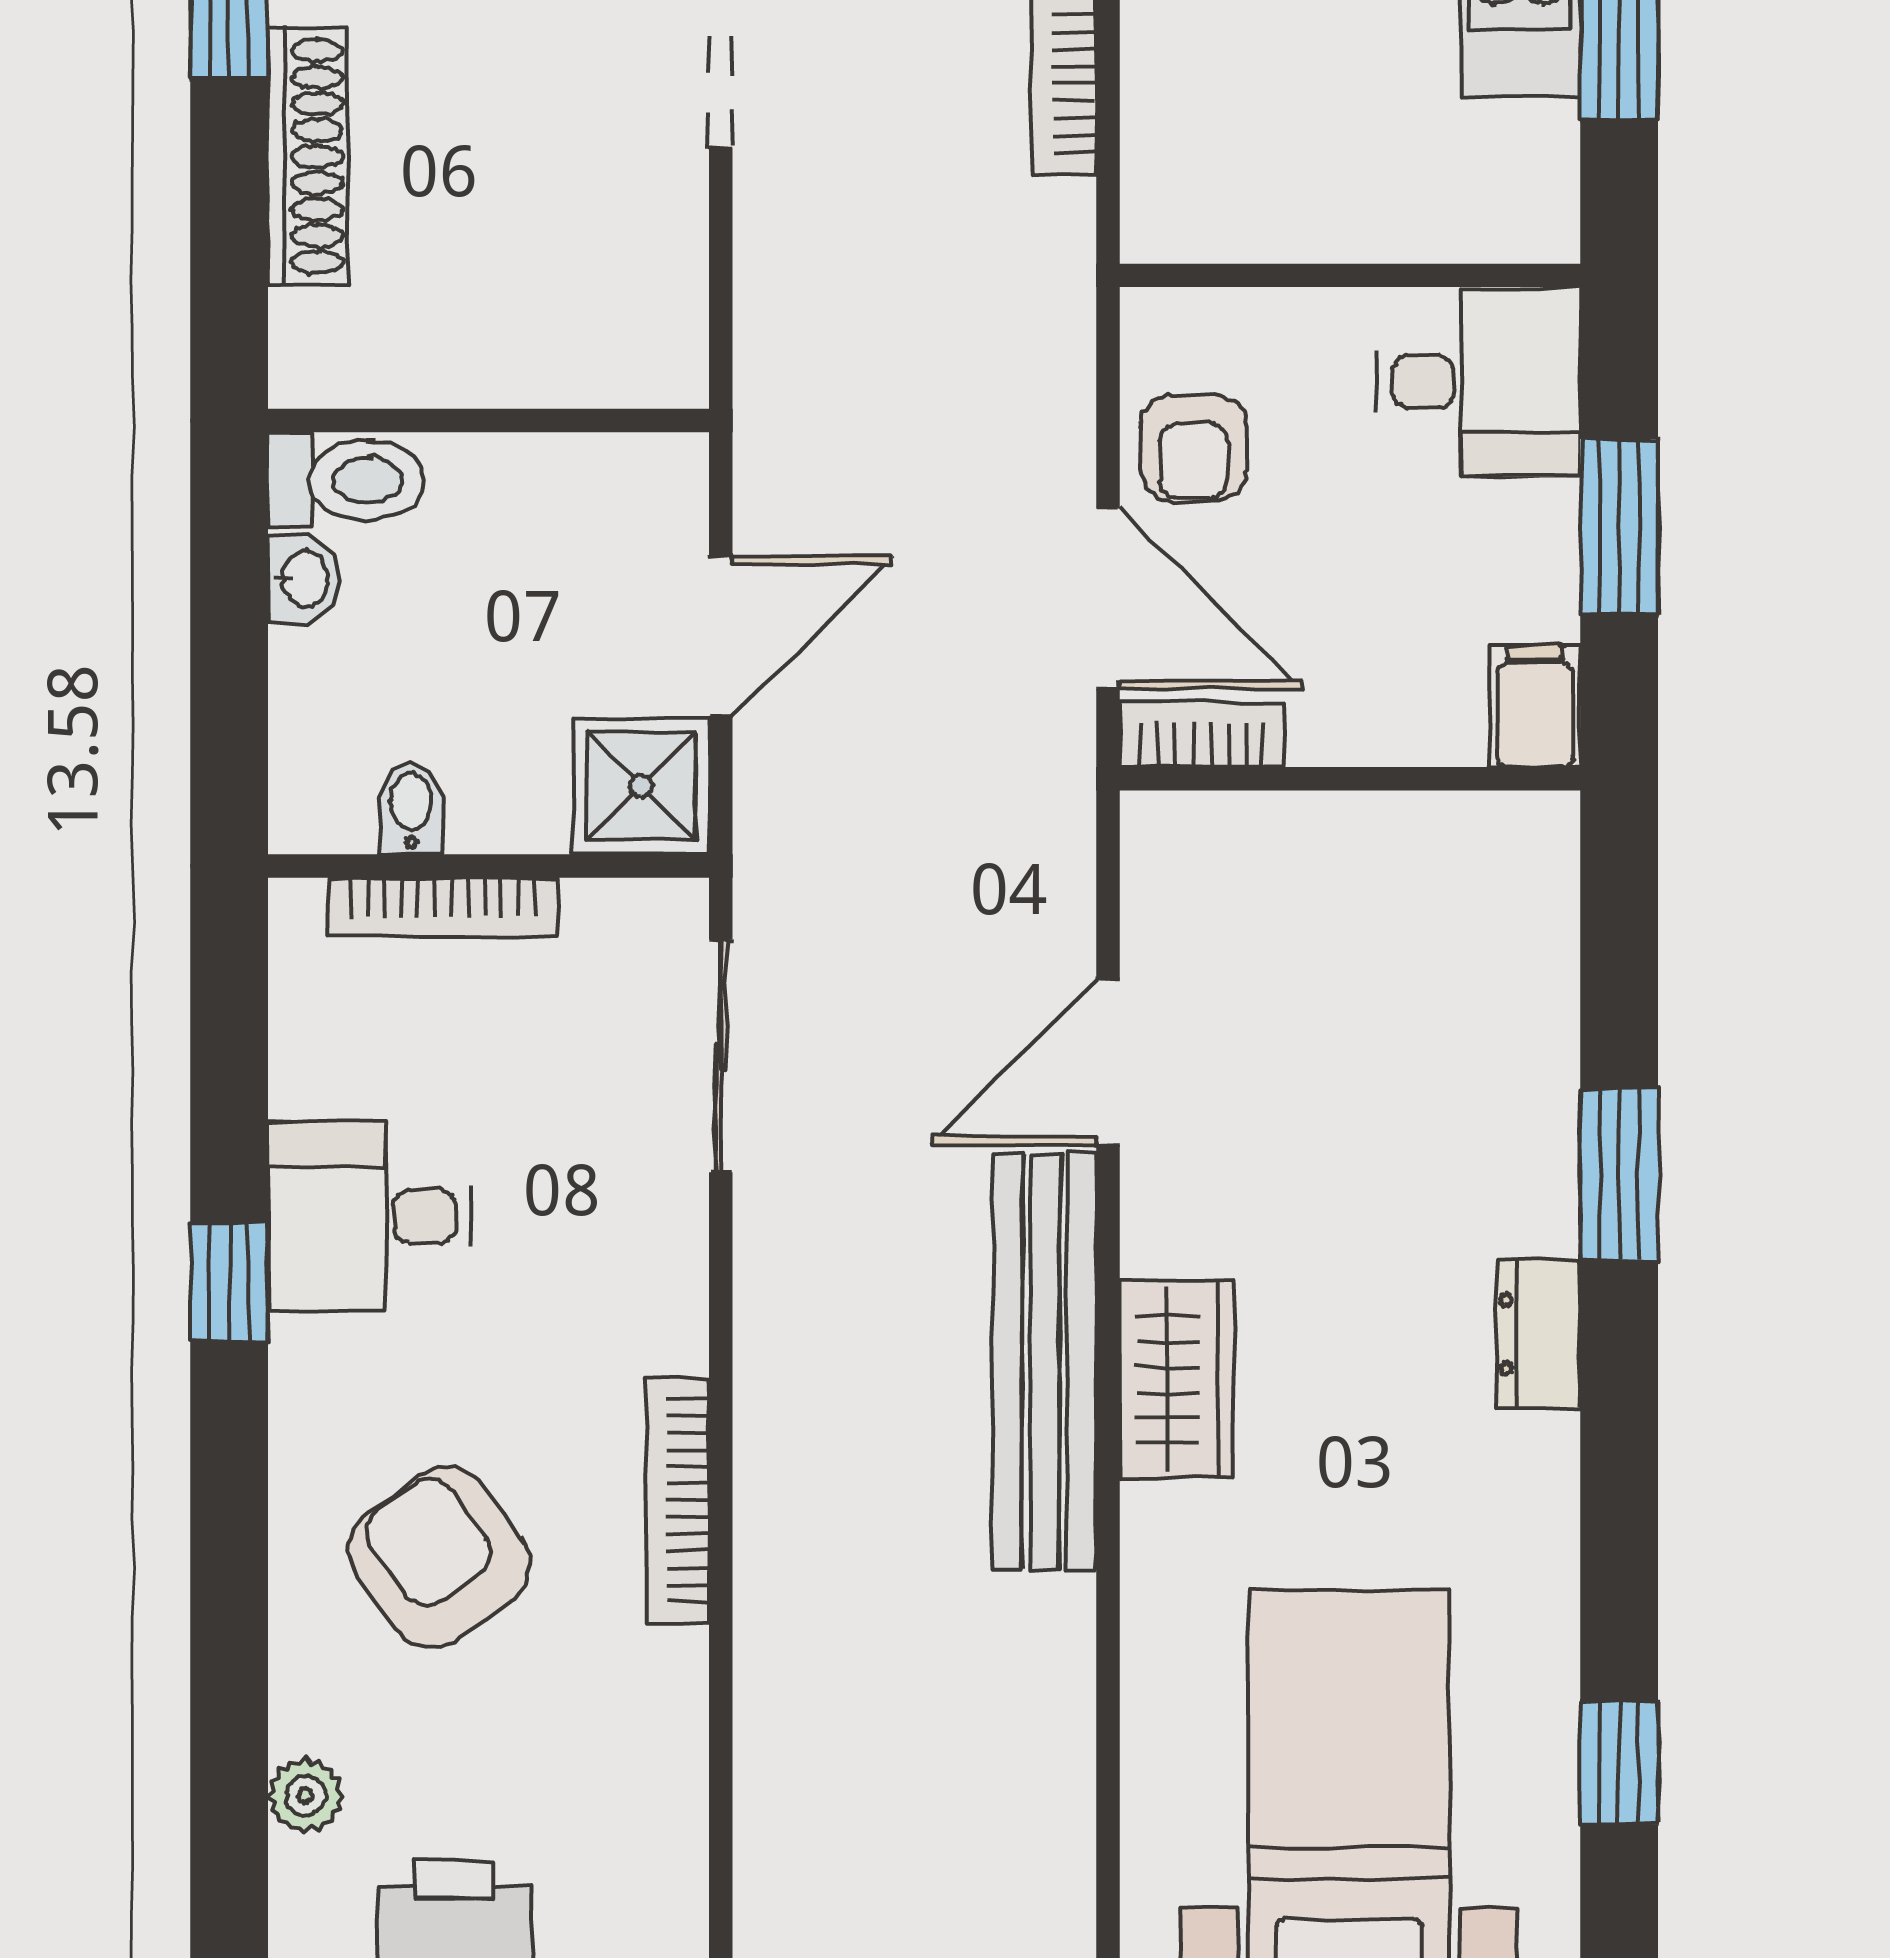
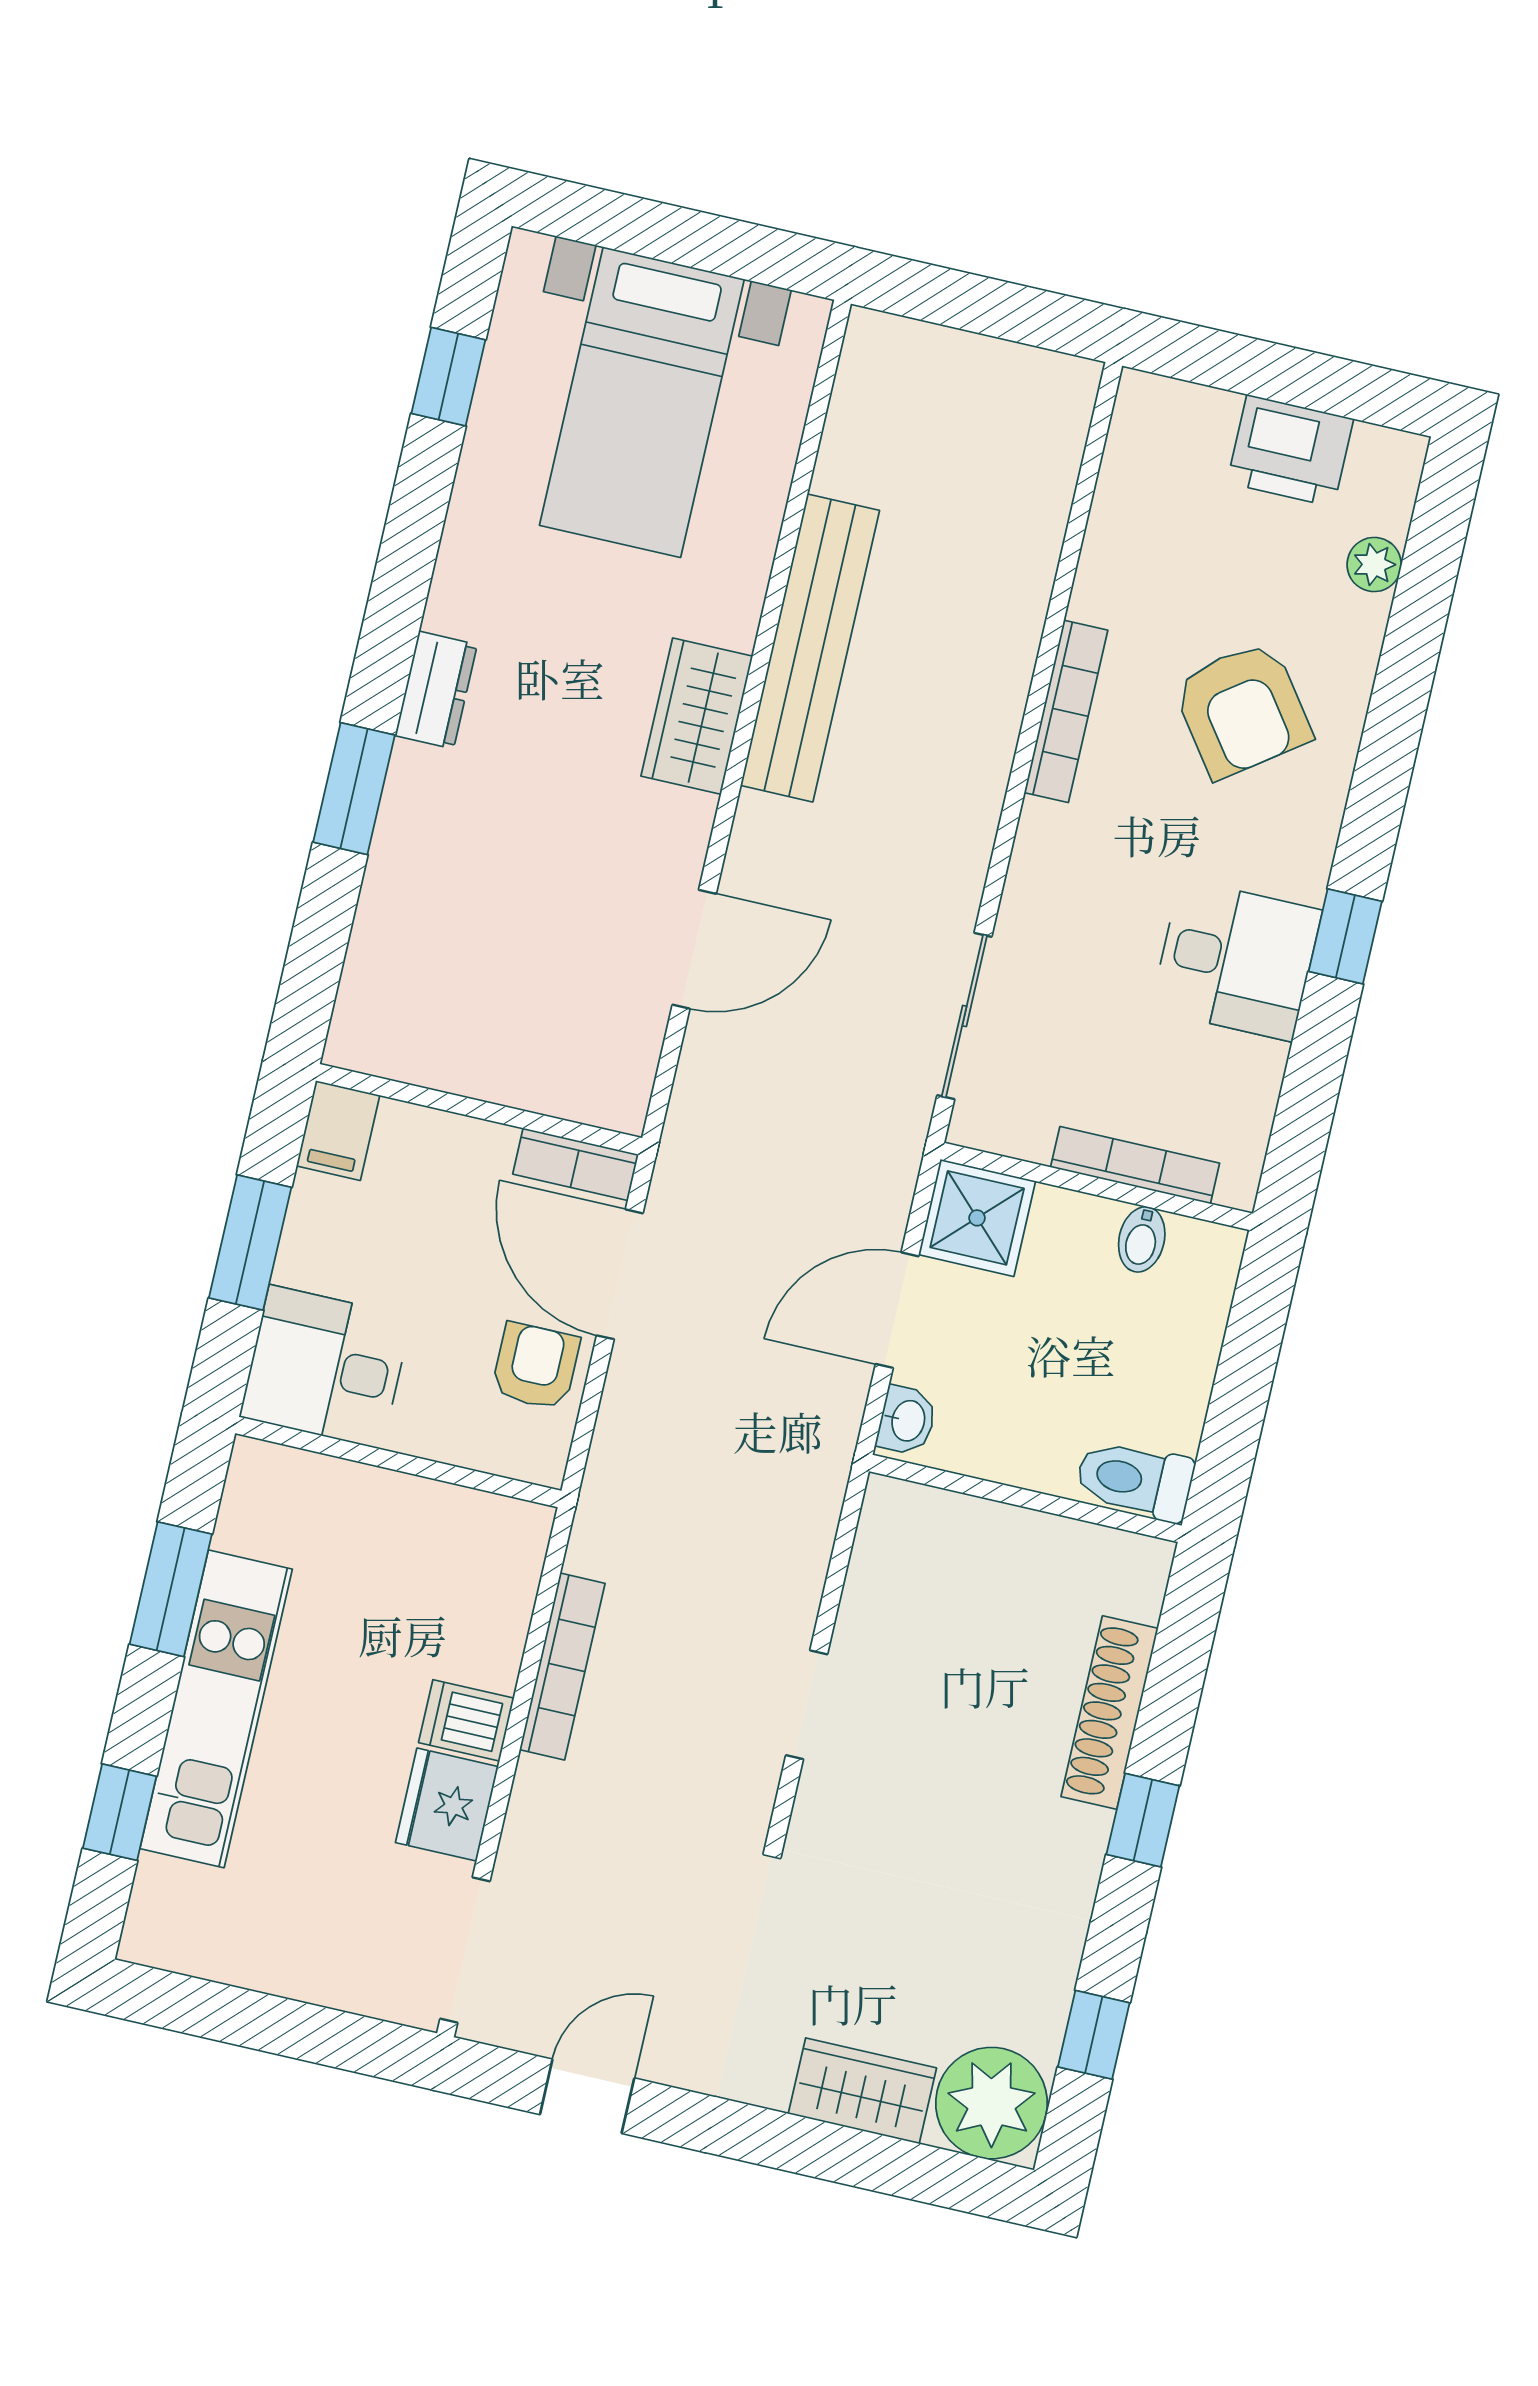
washbasin: (304, 579) -> (907, 1420), moved, turned 180
bench: (1045, 1362) -> (810, 648), moved

